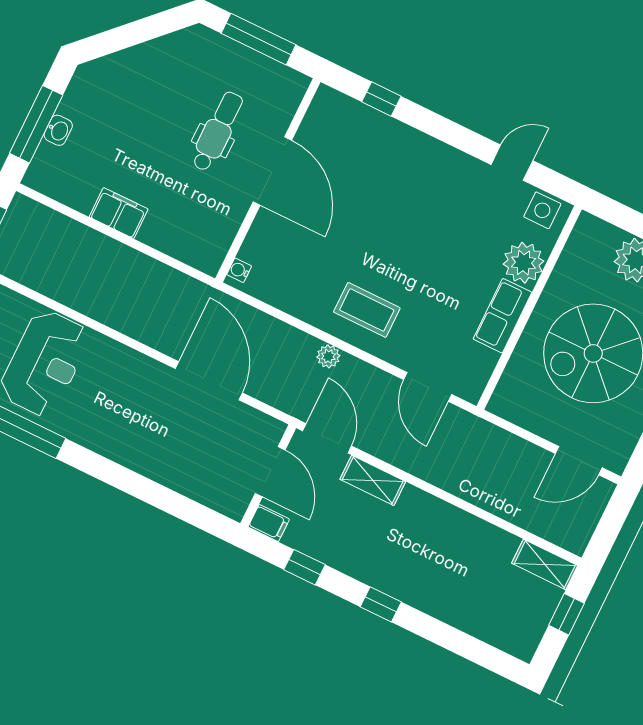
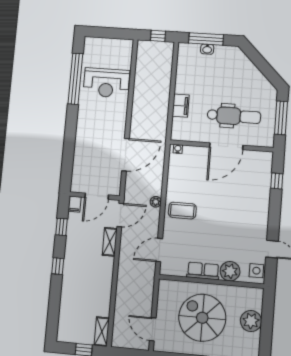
dental chair: (217, 131) -> (234, 116), width x1.36, depth x1.38
filing cabinet: (119, 213) -> (181, 106), moved
coffee table: (367, 310) -> (182, 211), turned 90

